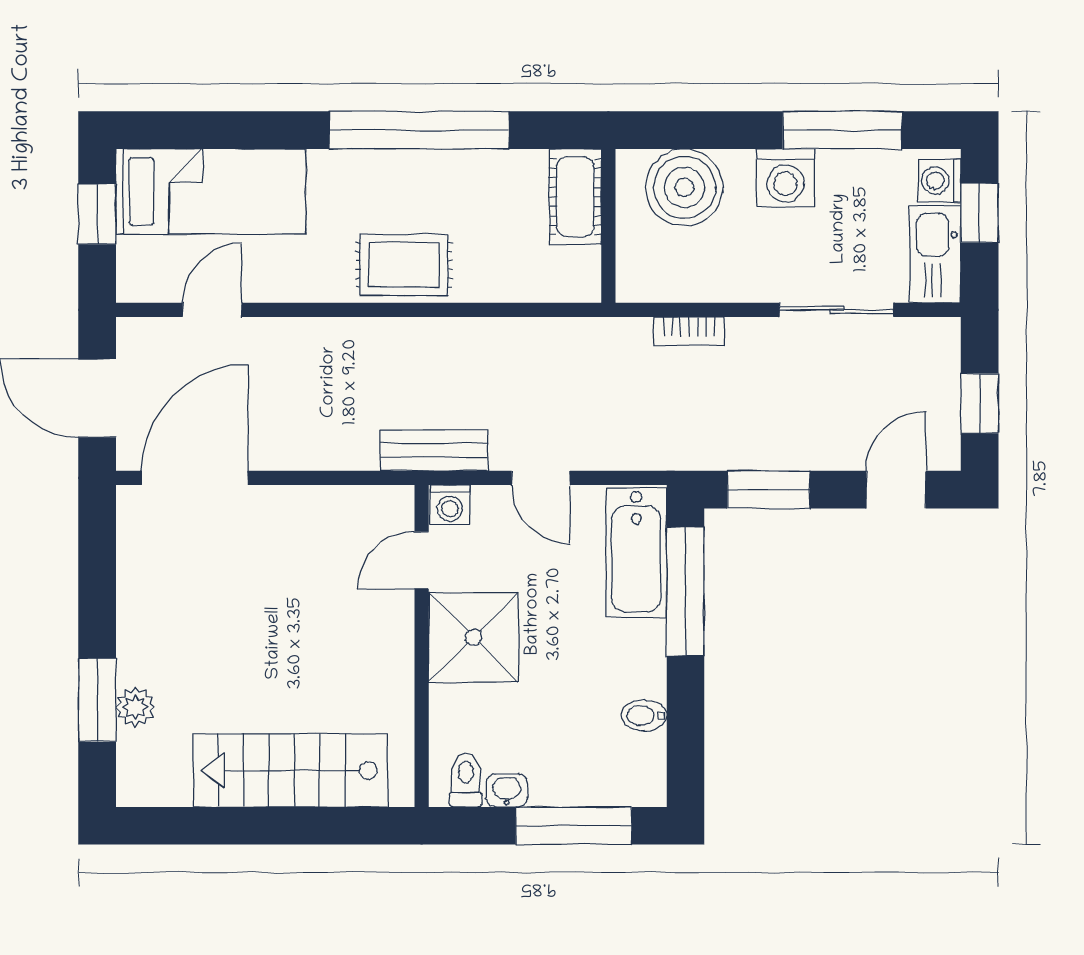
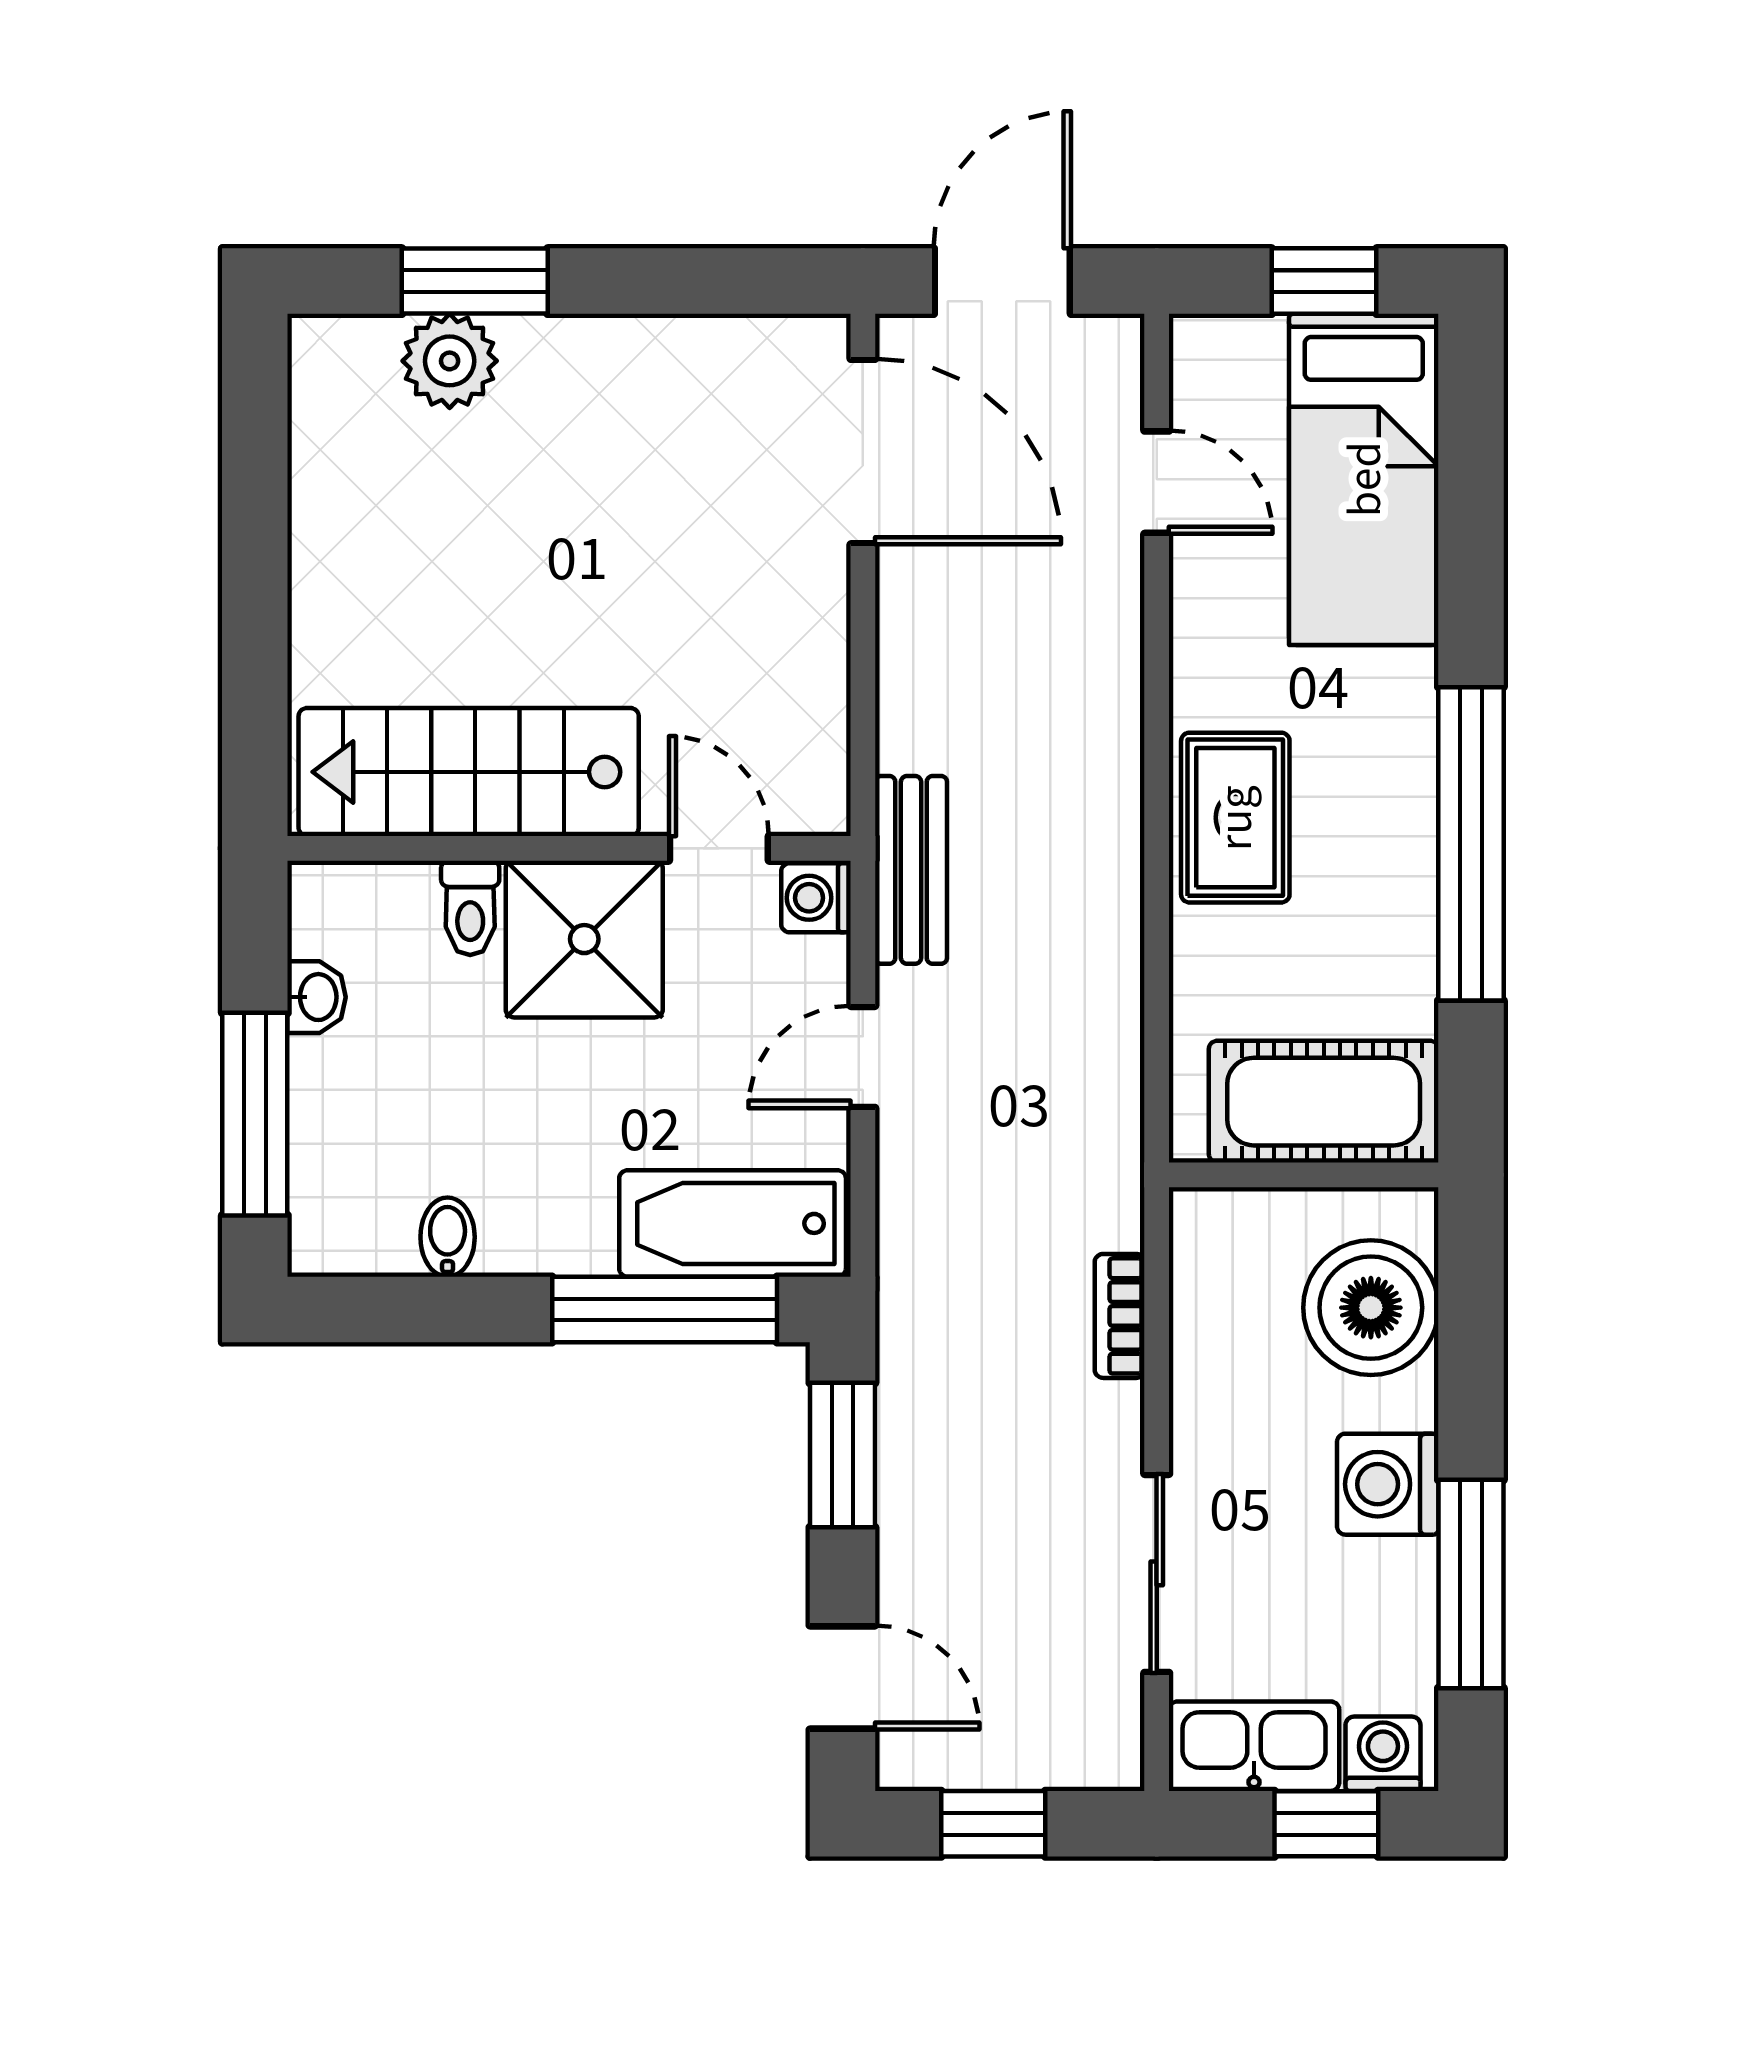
cot: (575, 197) -> (1324, 1102), width x1.37, depth x1.34
plant: (135, 707) -> (450, 361), width x1.38, depth x1.38
stairs: (290, 770) -> (469, 772), moved, turned -90
toilet: (466, 780) -> (470, 908), moved, turned 90

